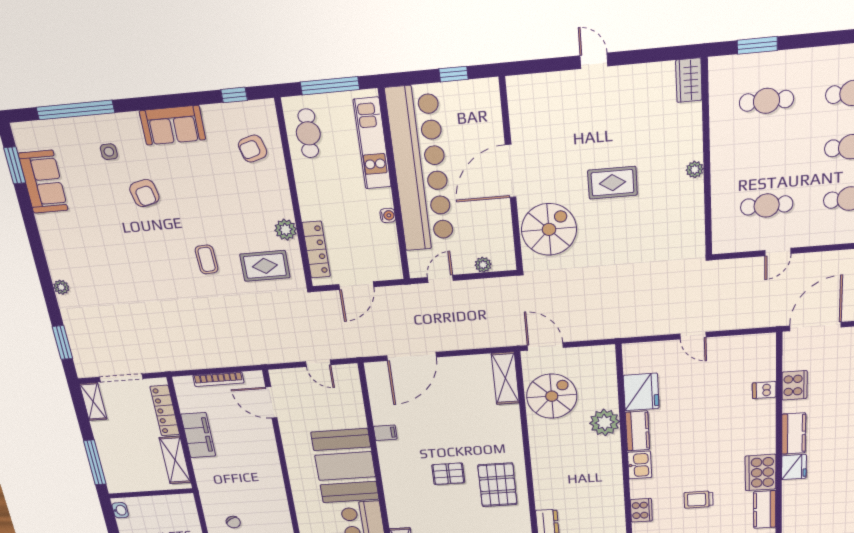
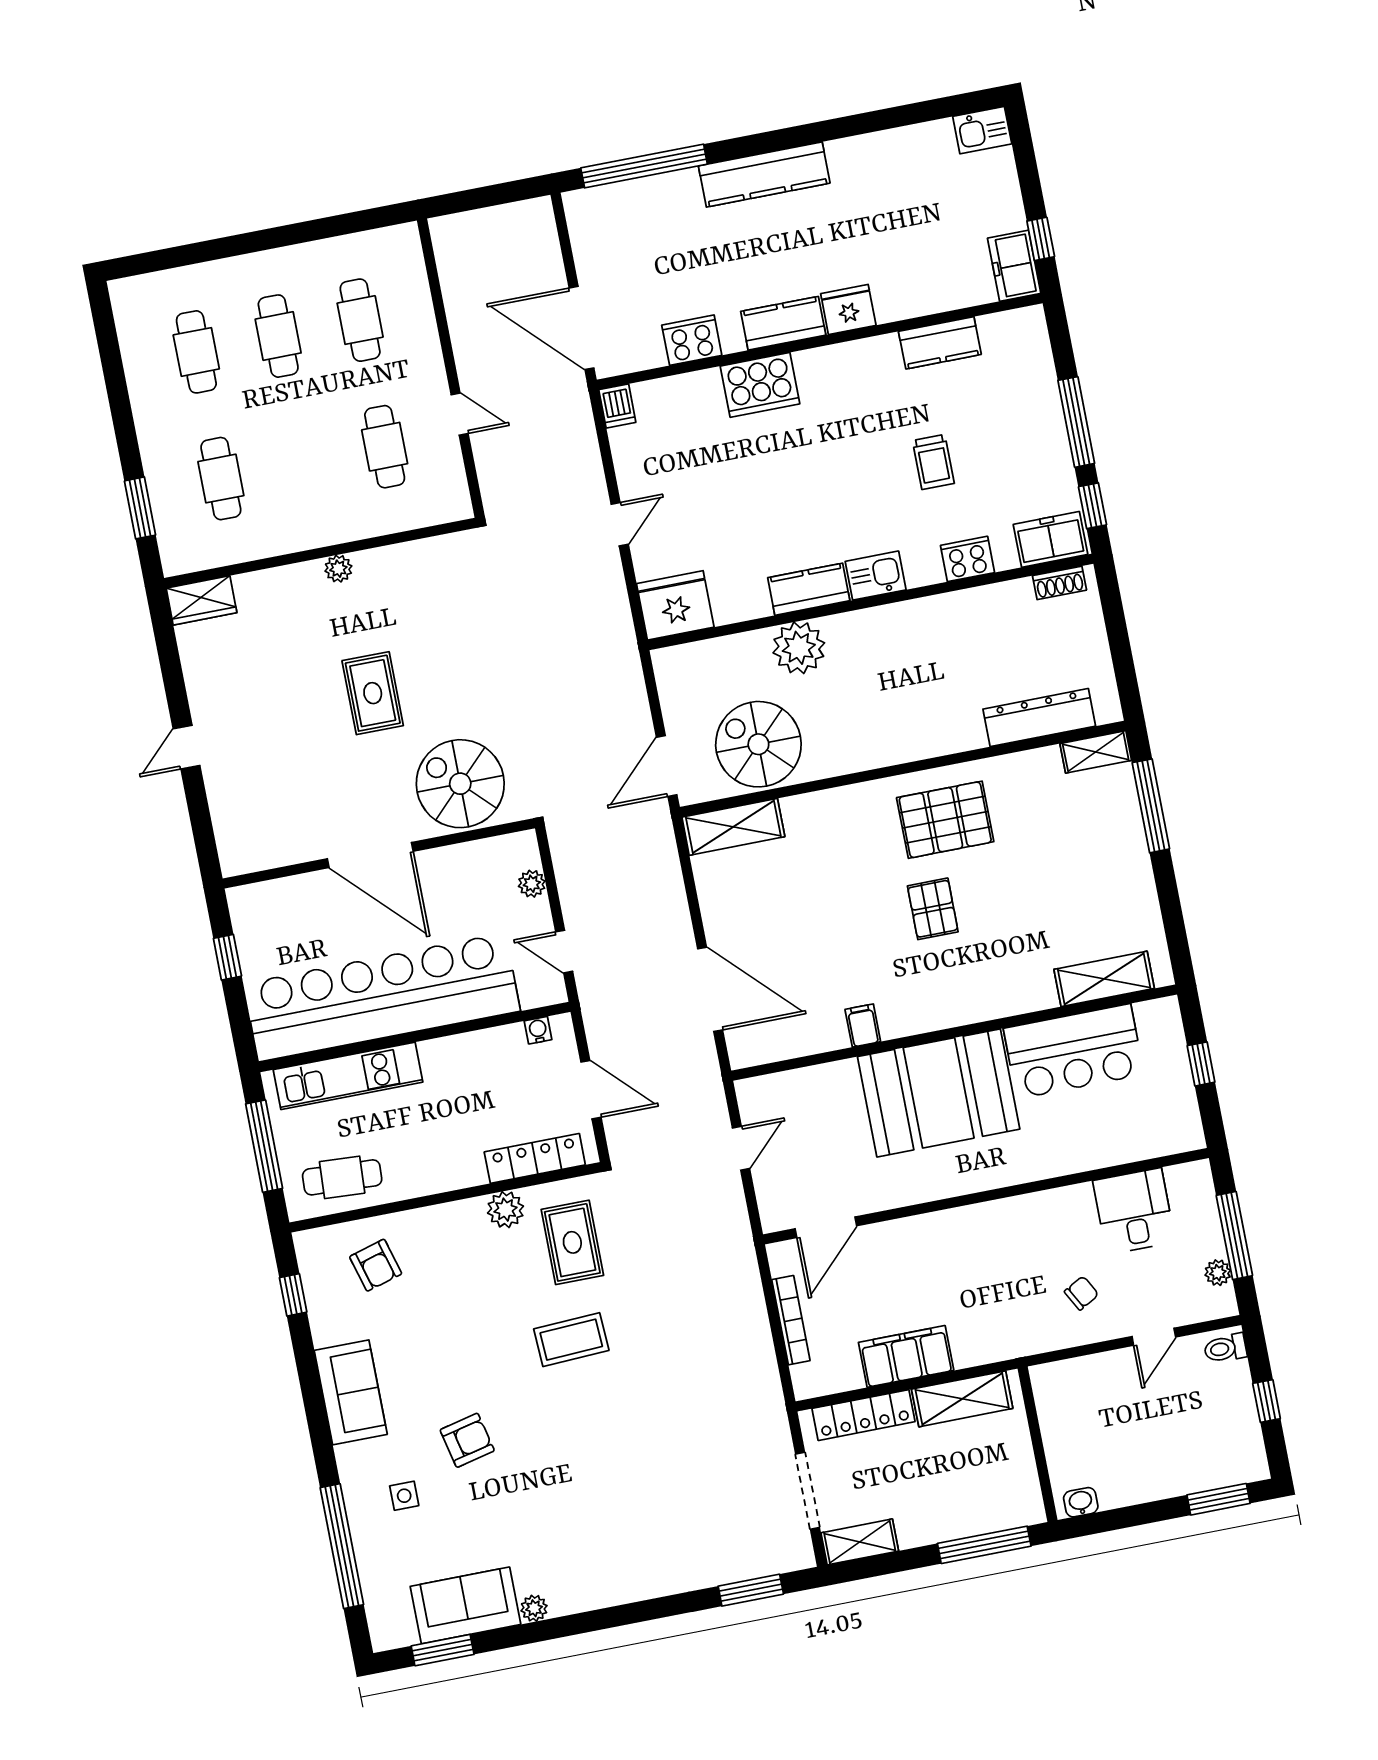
water cooler: (388, 215) -> (538, 1030), moved
coffee table: (207, 259) -> (571, 1340), width x1.36, depth x1.30
plant: (61, 287) -> (534, 1608), moved
dishwasher: (764, 390) -> (617, 406), moved
fridge: (641, 392) -> (675, 605), moved
cooker: (761, 472) -> (760, 385), moved

